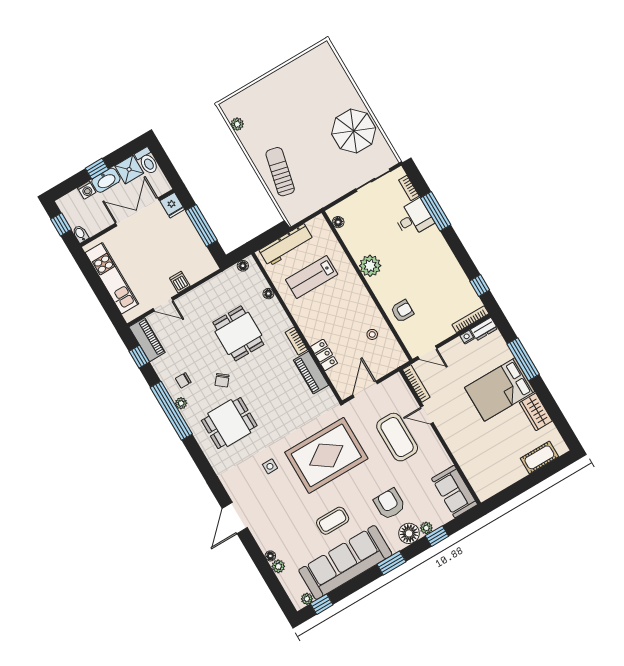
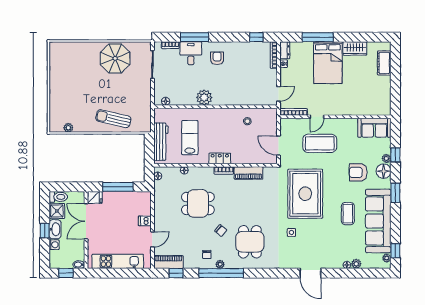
lab bench: (312, 277) -> (190, 138), turned 180
armchair: (402, 311) -> (217, 58), moved
locker: (324, 355) -> (220, 158), moved

